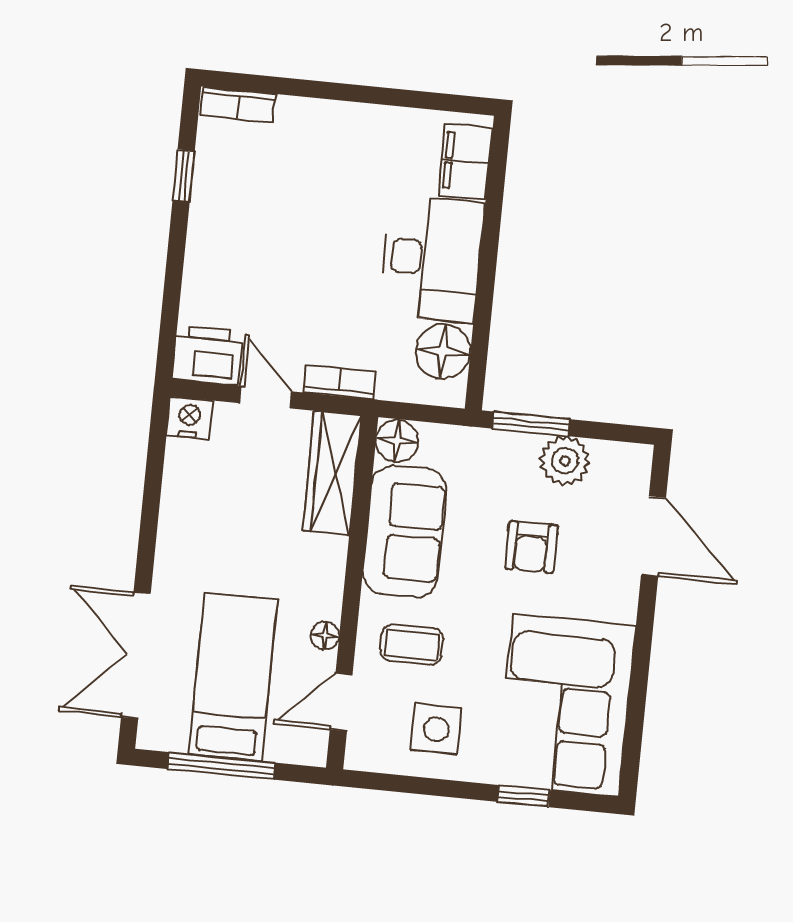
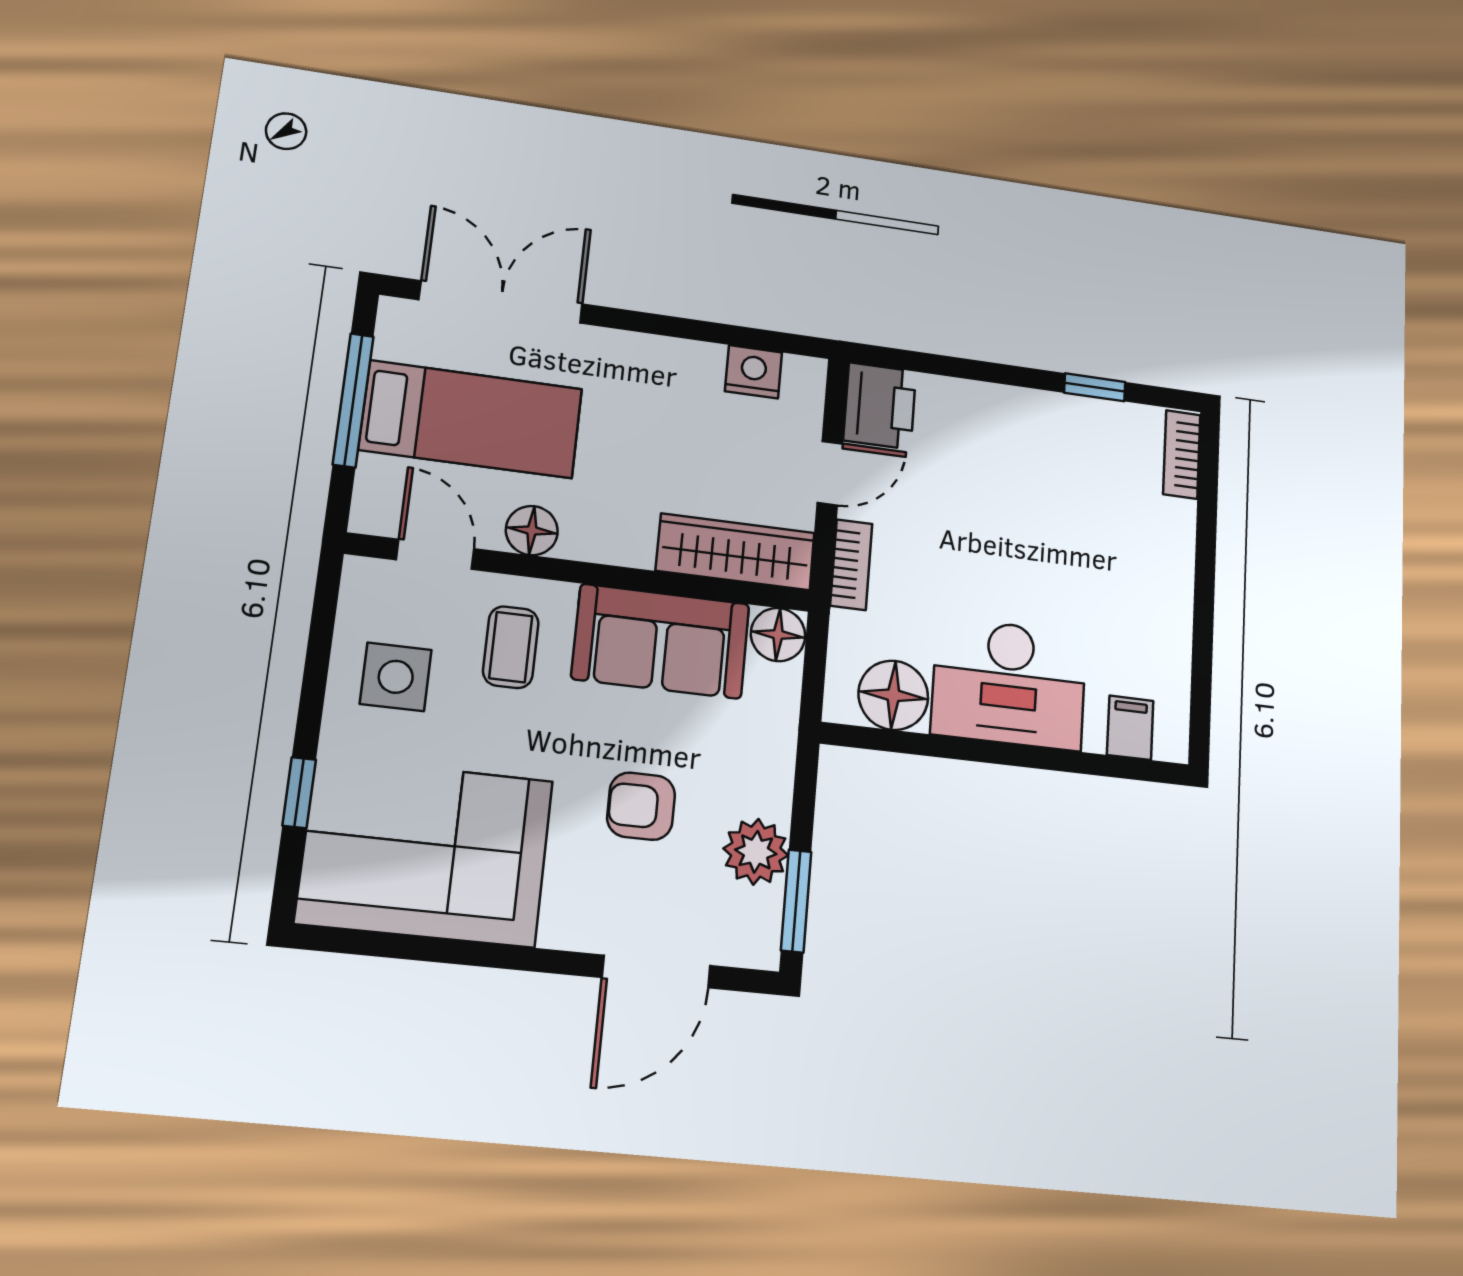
filing cabinet: (465, 162) -> (1130, 728), width x0.50
nightstand: (189, 418) -> (754, 372), moved, turned -90
window: (531, 424) -> (796, 901), moved
floor lamp: (325, 636) -> (532, 531), width x1.37, depth x1.37

